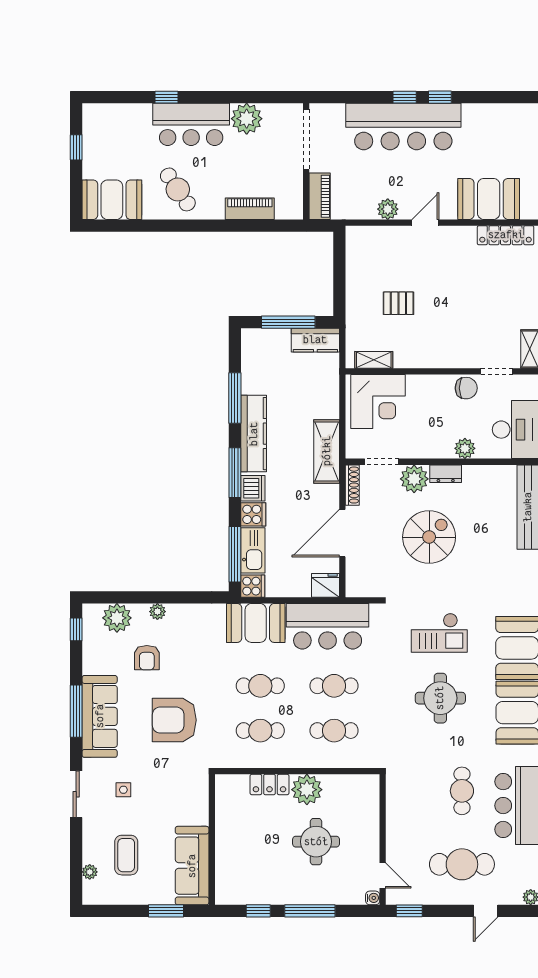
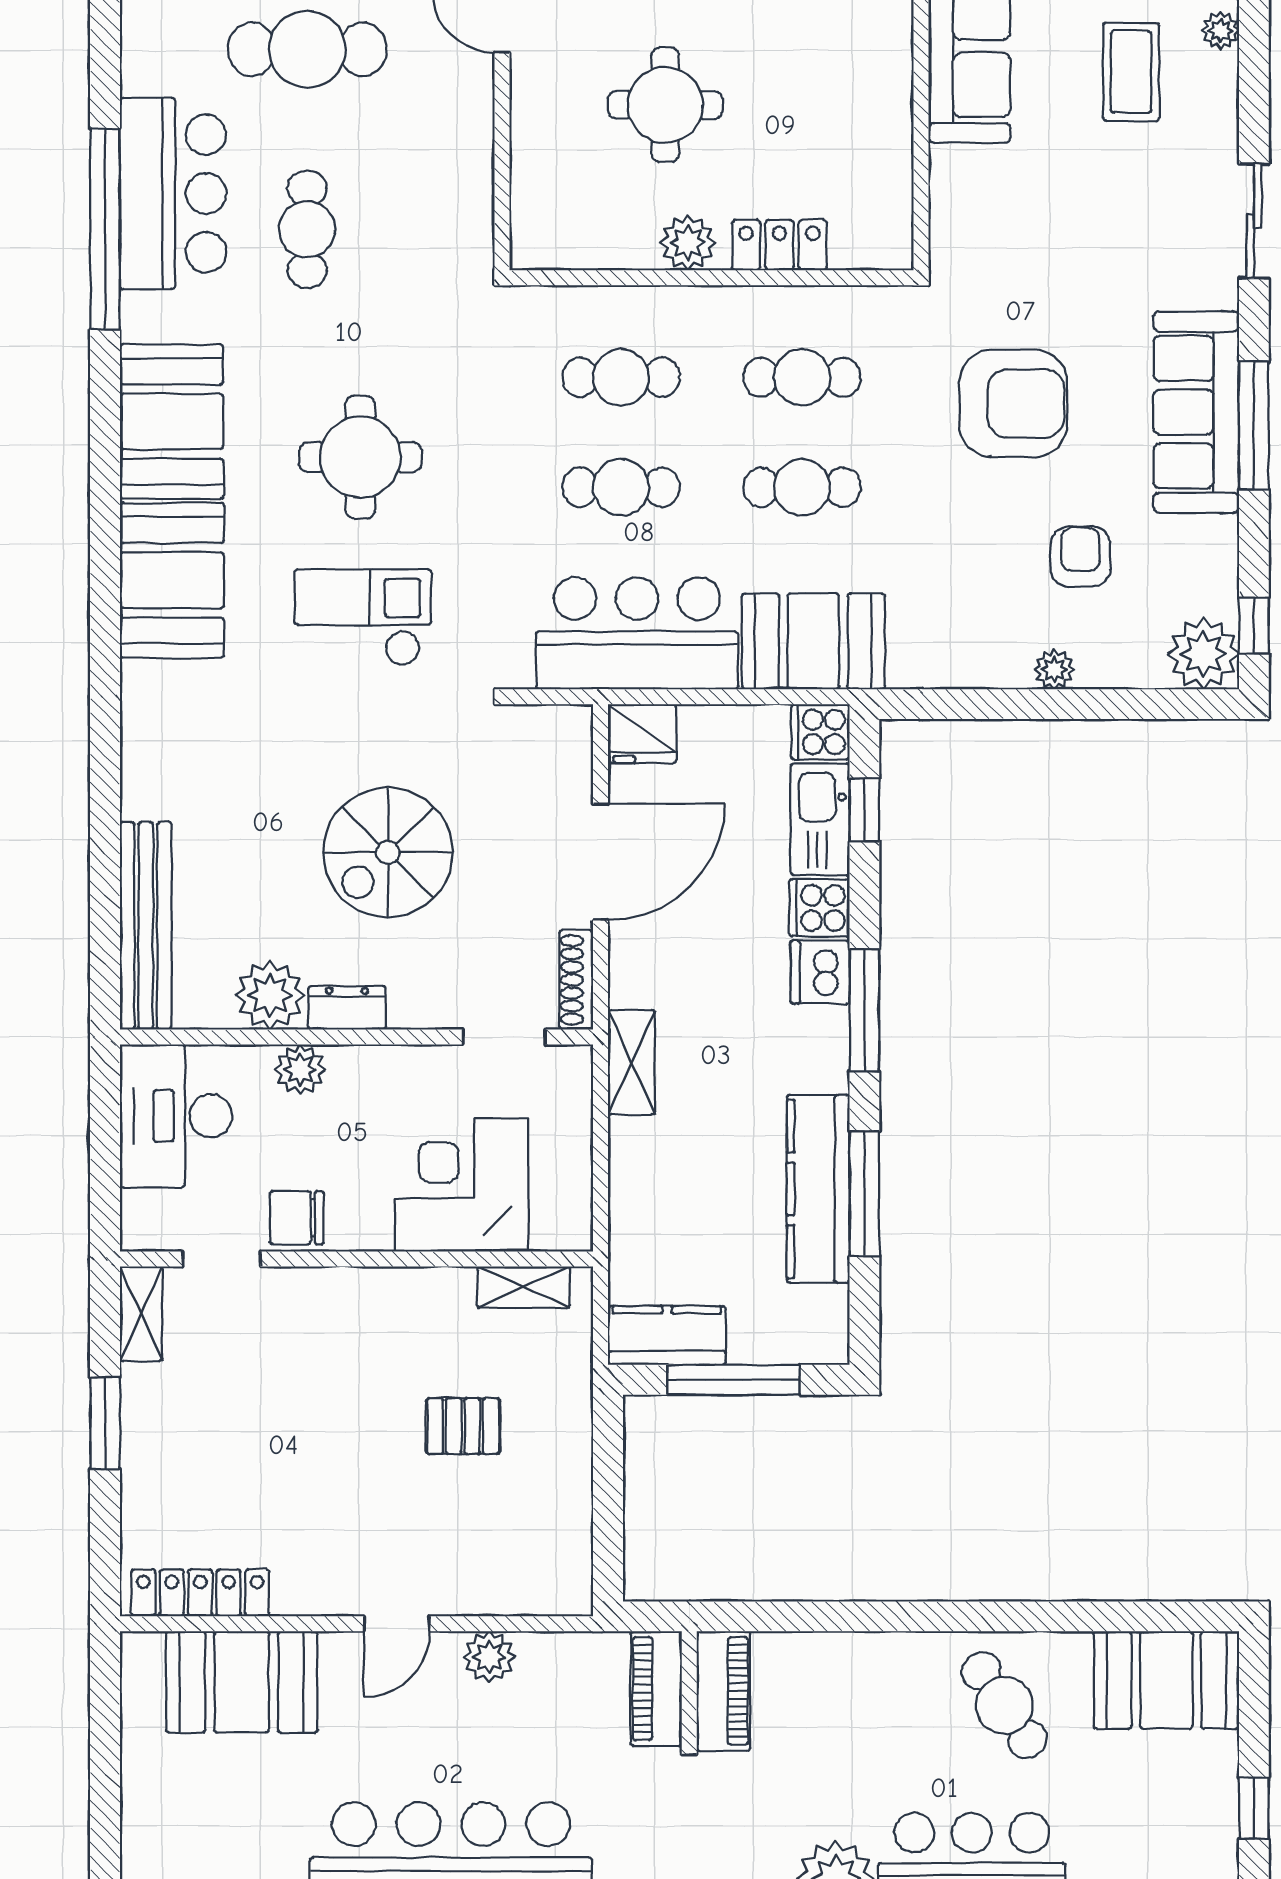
piano: (250, 209) -> (723, 1691), moved, turned -90
corner desk: (378, 402) -> (461, 1185), moved
kitchen counter: (254, 434) -> (818, 1189), moved
shelving: (327, 451) -> (631, 1062), width x0.67, depth x0.75
plant: (414, 479) -> (270, 995), moved
window: (235, 554) -> (864, 810), width x0.46
plant: (117, 618) -> (1203, 654), moved
side table: (123, 790) -> (1138, 232), removed
plant: (307, 790) -> (688, 243), width x0.73, depth x0.73

